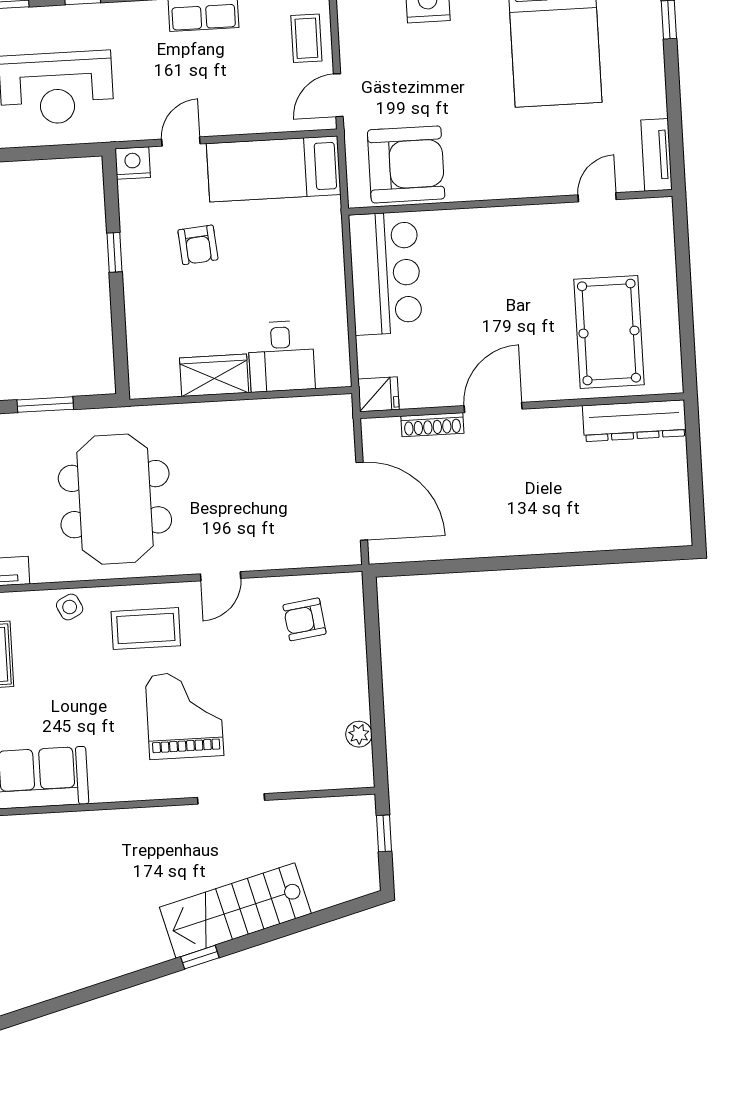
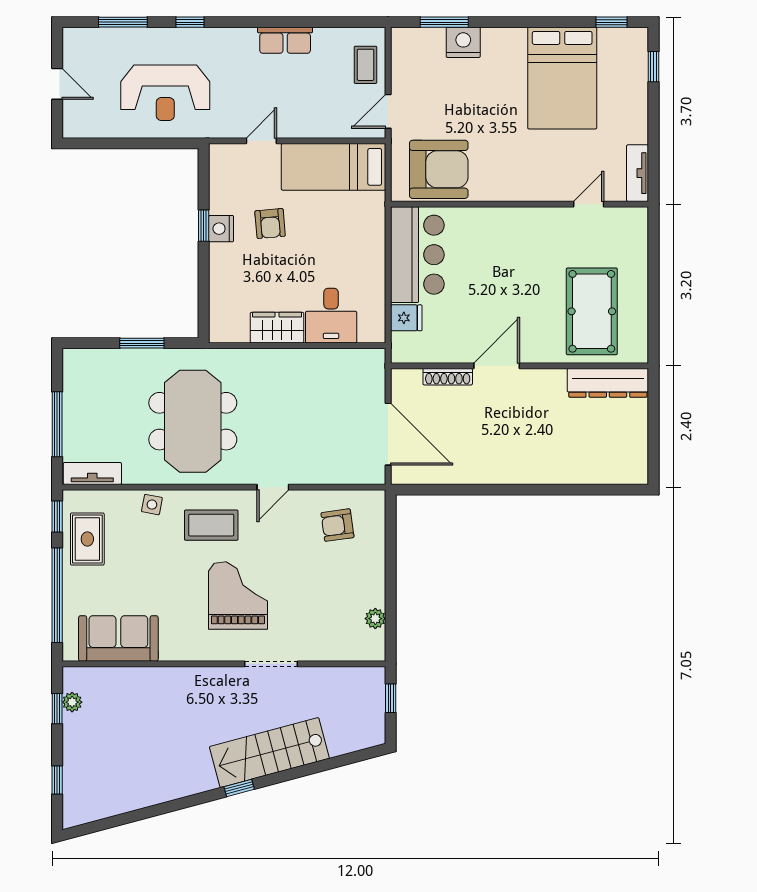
nightstand: (133, 163) -> (221, 229), moved, turned -90
fridge: (378, 394) -> (406, 318), moved
side table: (70, 607) -> (152, 505), turned 38

